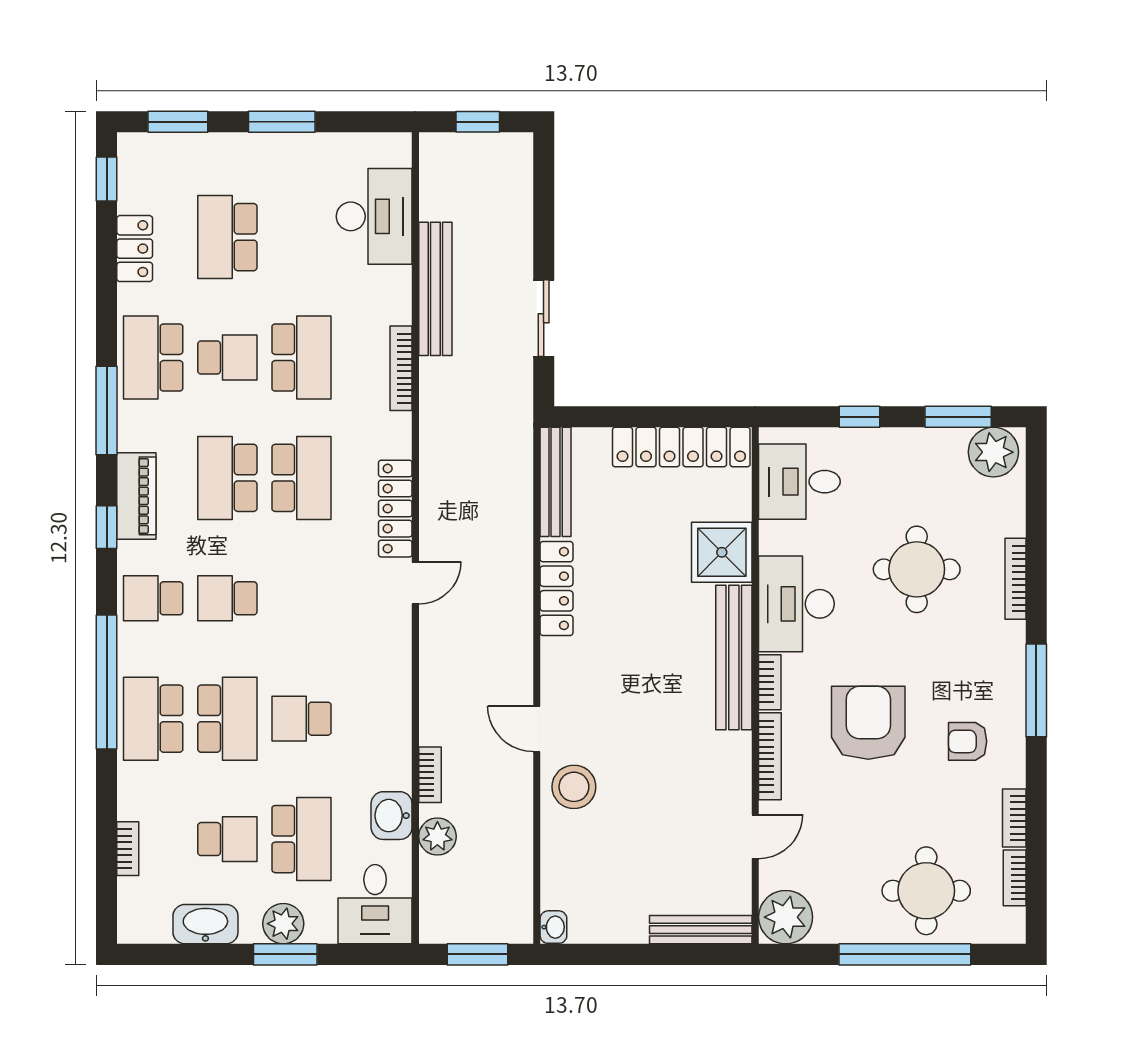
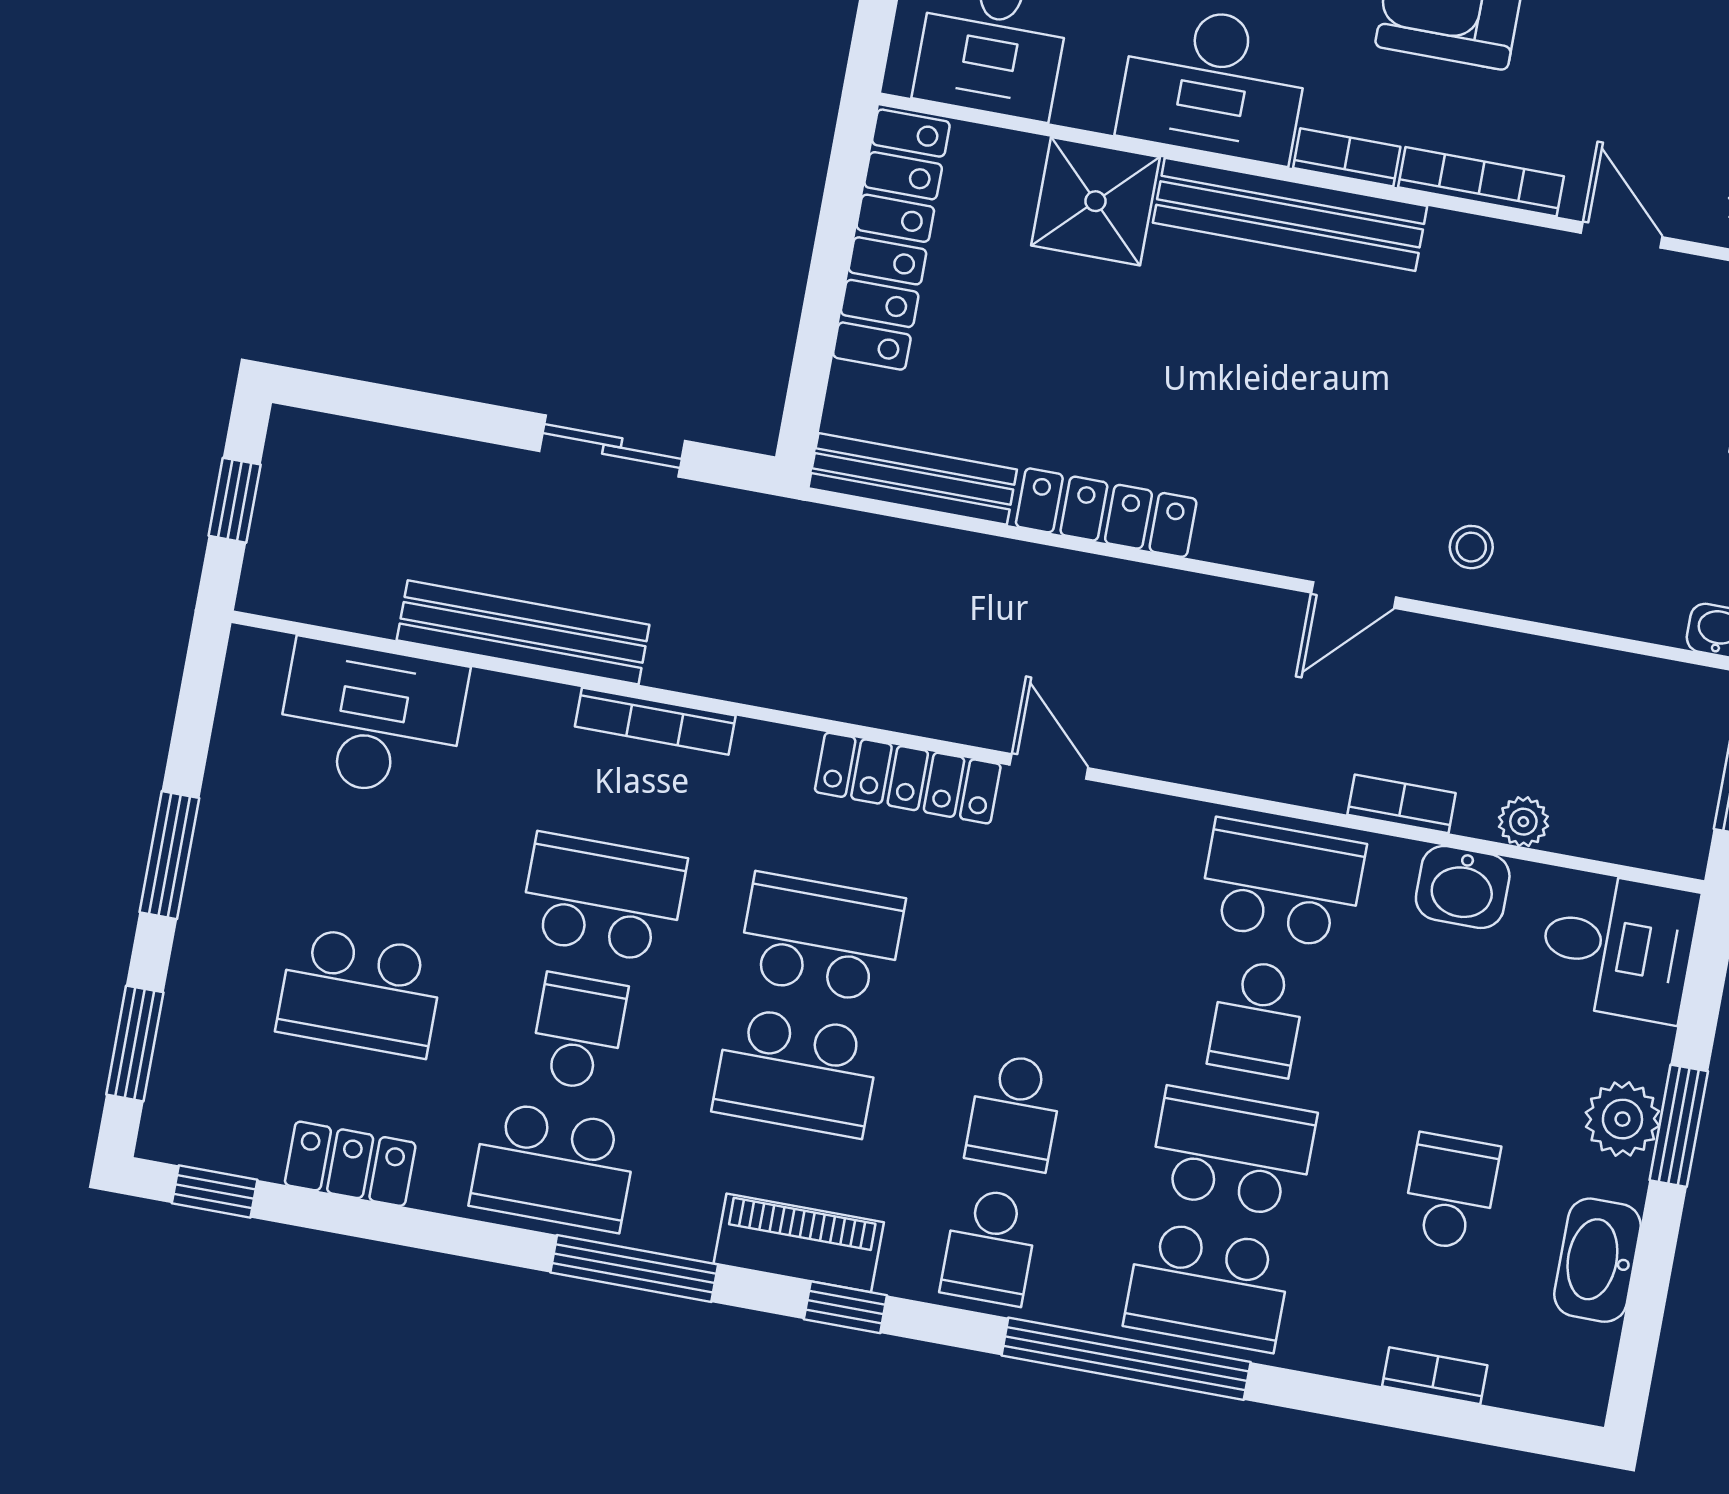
stool: (574, 787) -> (1471, 547), width x0.53, depth x0.53
plant: (437, 837) -> (1523, 822), width x0.73, depth x0.73
school desk: (301, 839) -> (1282, 884), moved

